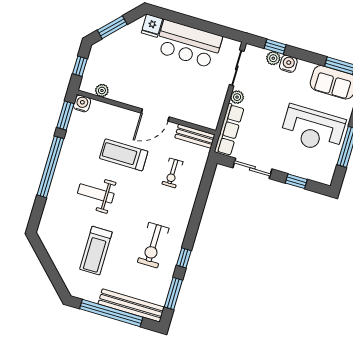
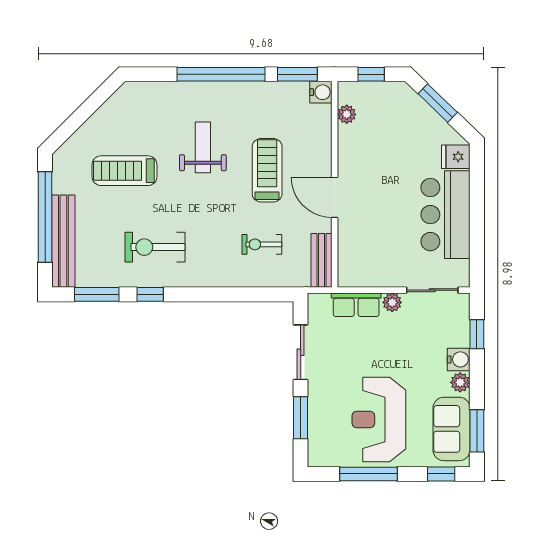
plant: (273, 58) -> (460, 382), moved
row of seats: (229, 130) -> (356, 305), width x0.68
window: (296, 181) -> (301, 418), width x1.50

